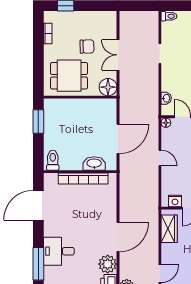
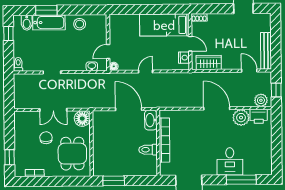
toilet: (53, 160) -> (148, 150), moved
washbasin: (94, 164) -> (151, 120), moved

